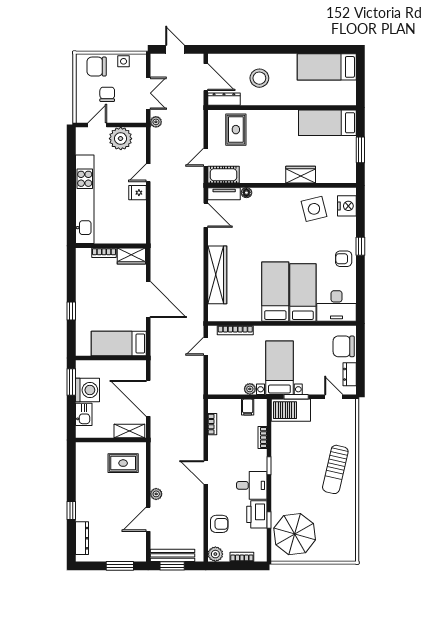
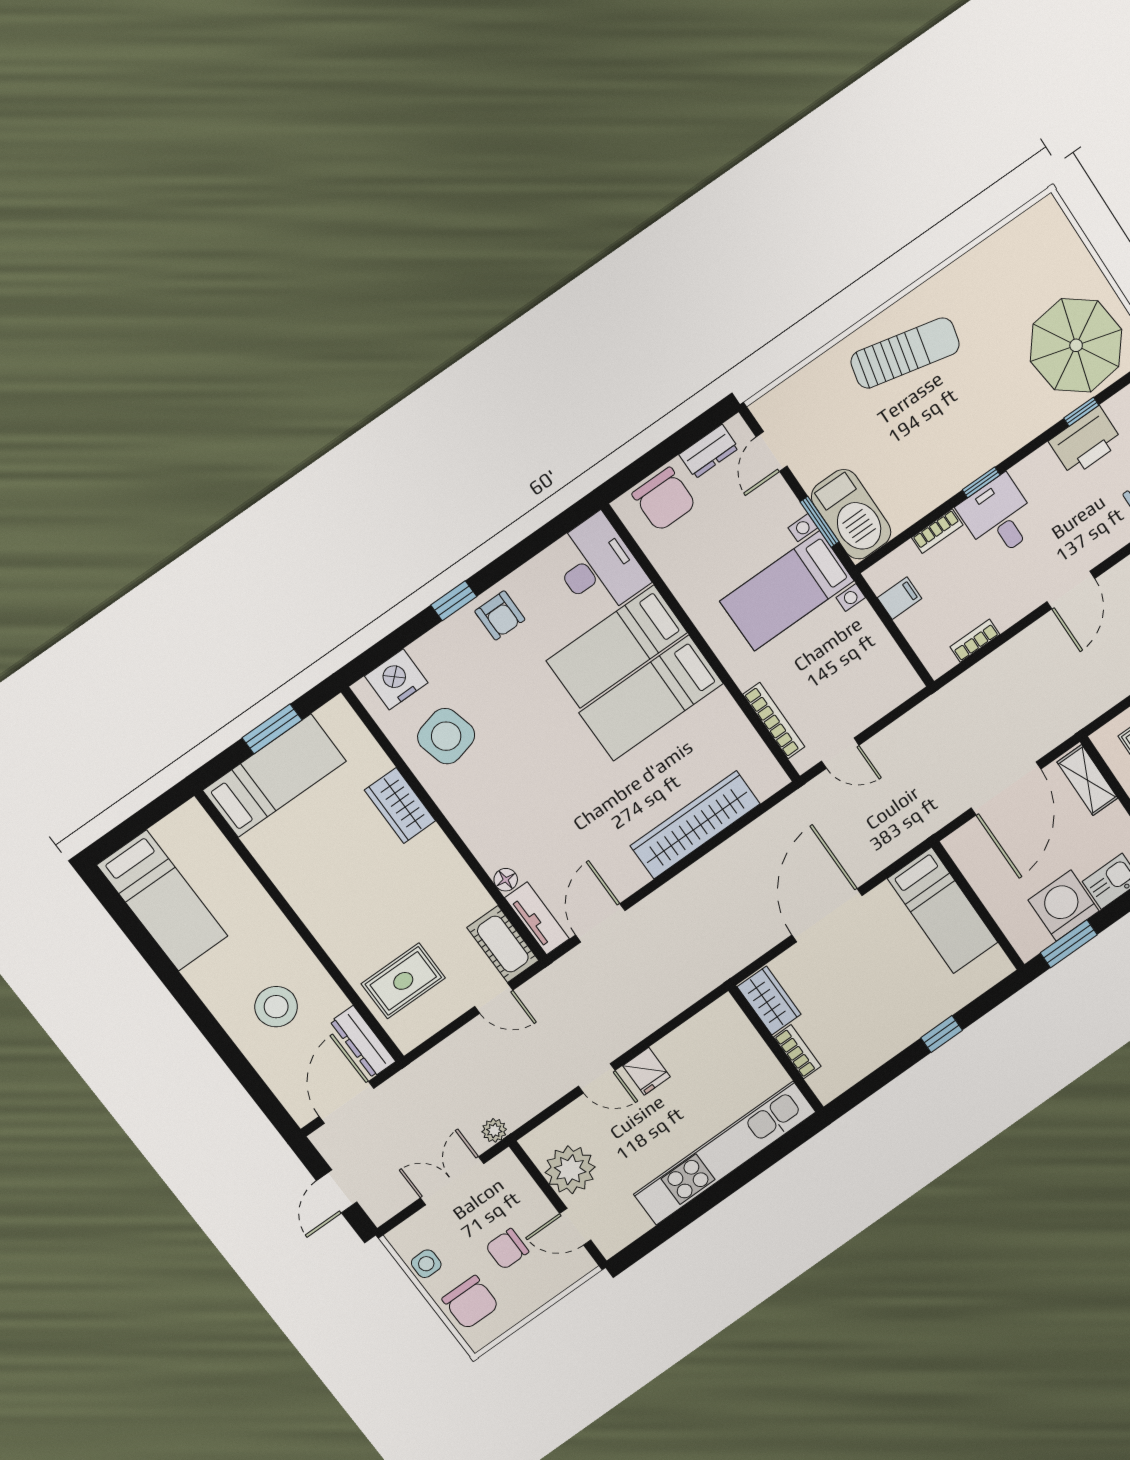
bed: (327, 123) -> (275, 776), moved, turned -90
plant: (250, 389) -> (864, 618), removed
desk: (252, 485) -> (999, 517), moved

